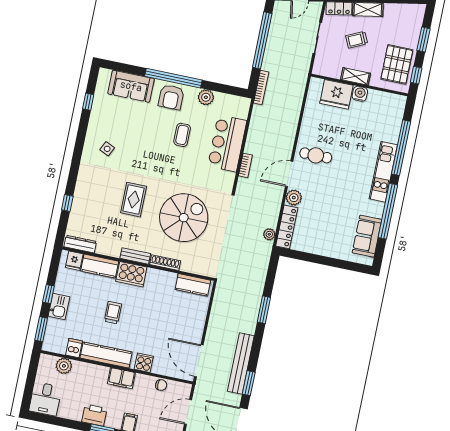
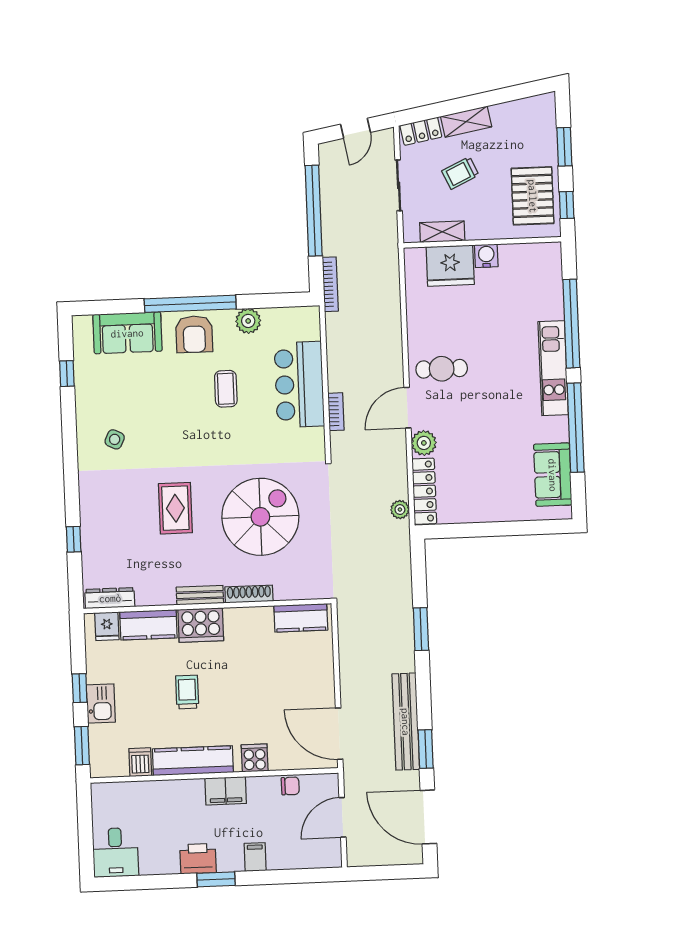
shelving: (356, 76) -> (442, 232), moved
plant: (64, 366) -> (131, 794), removed

